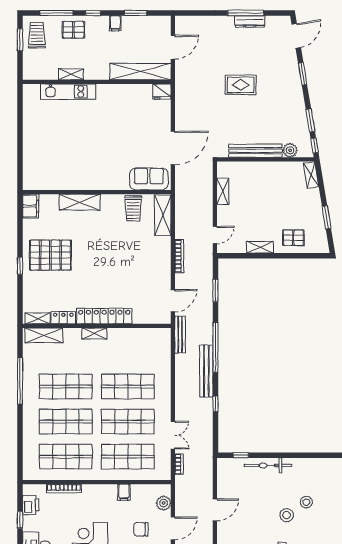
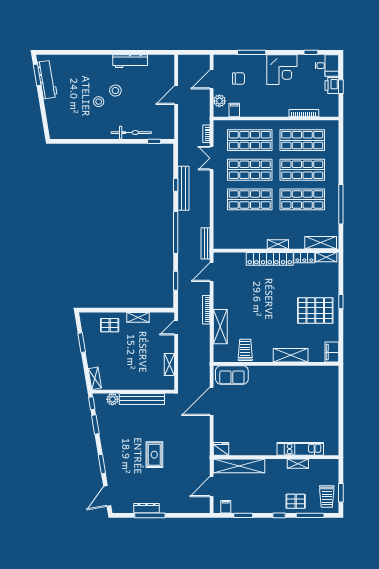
filing cabinet: (115, 23) -> (226, 507), moved
rug: (241, 85) -> (154, 455), turned 90
shelving: (163, 215) -> (220, 327), moved
bench: (206, 371) -> (183, 188), moved
filing cabinet: (124, 492) -> (234, 110), moved
printer: (31, 505) -> (332, 86), moved

